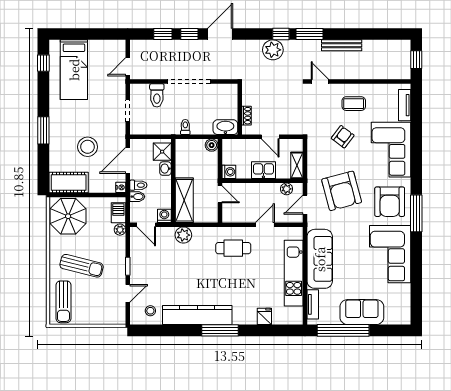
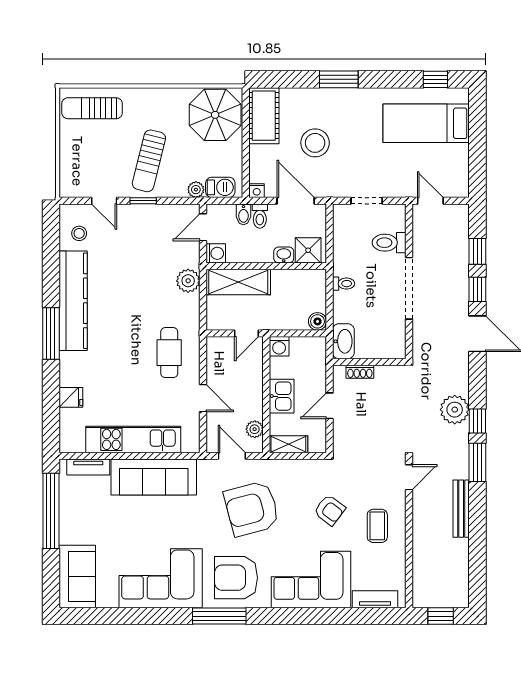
sun lounger: (82, 266) -> (149, 161), moved
sofa: (362, 312) -> (77, 577), moved

